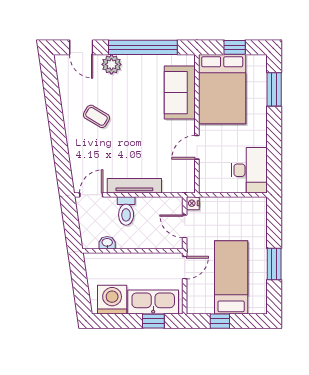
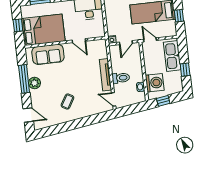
door: (81, 47) -> (28, 115), hinge flipped
window: (143, 47) -> (24, 79), width x0.68
plant: (111, 64) -> (35, 83), moved
window: (79, 278) -> (163, 101), added
washing machine: (112, 300) -> (155, 83), moved, turned 180
window: (153, 321) -> (185, 70), moved

